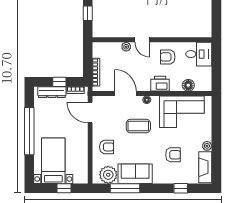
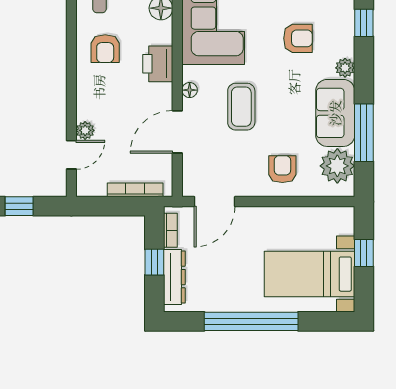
door: (142, 40) -> (71, 155), moved
armchair: (173, 155) -> (298, 38), turned 90
plant: (158, 179) -> (345, 68), added

